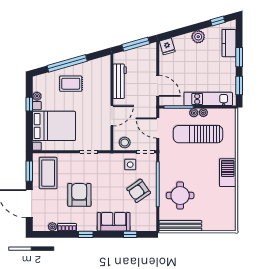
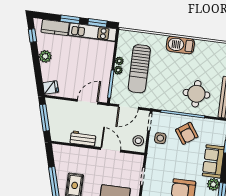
workbench: (120, 81) -> (83, 138), width x0.73
kitchen unit: (208, 99) -> (93, 32), moved, turned -90
plant: (90, 225) -> (213, 184), added

